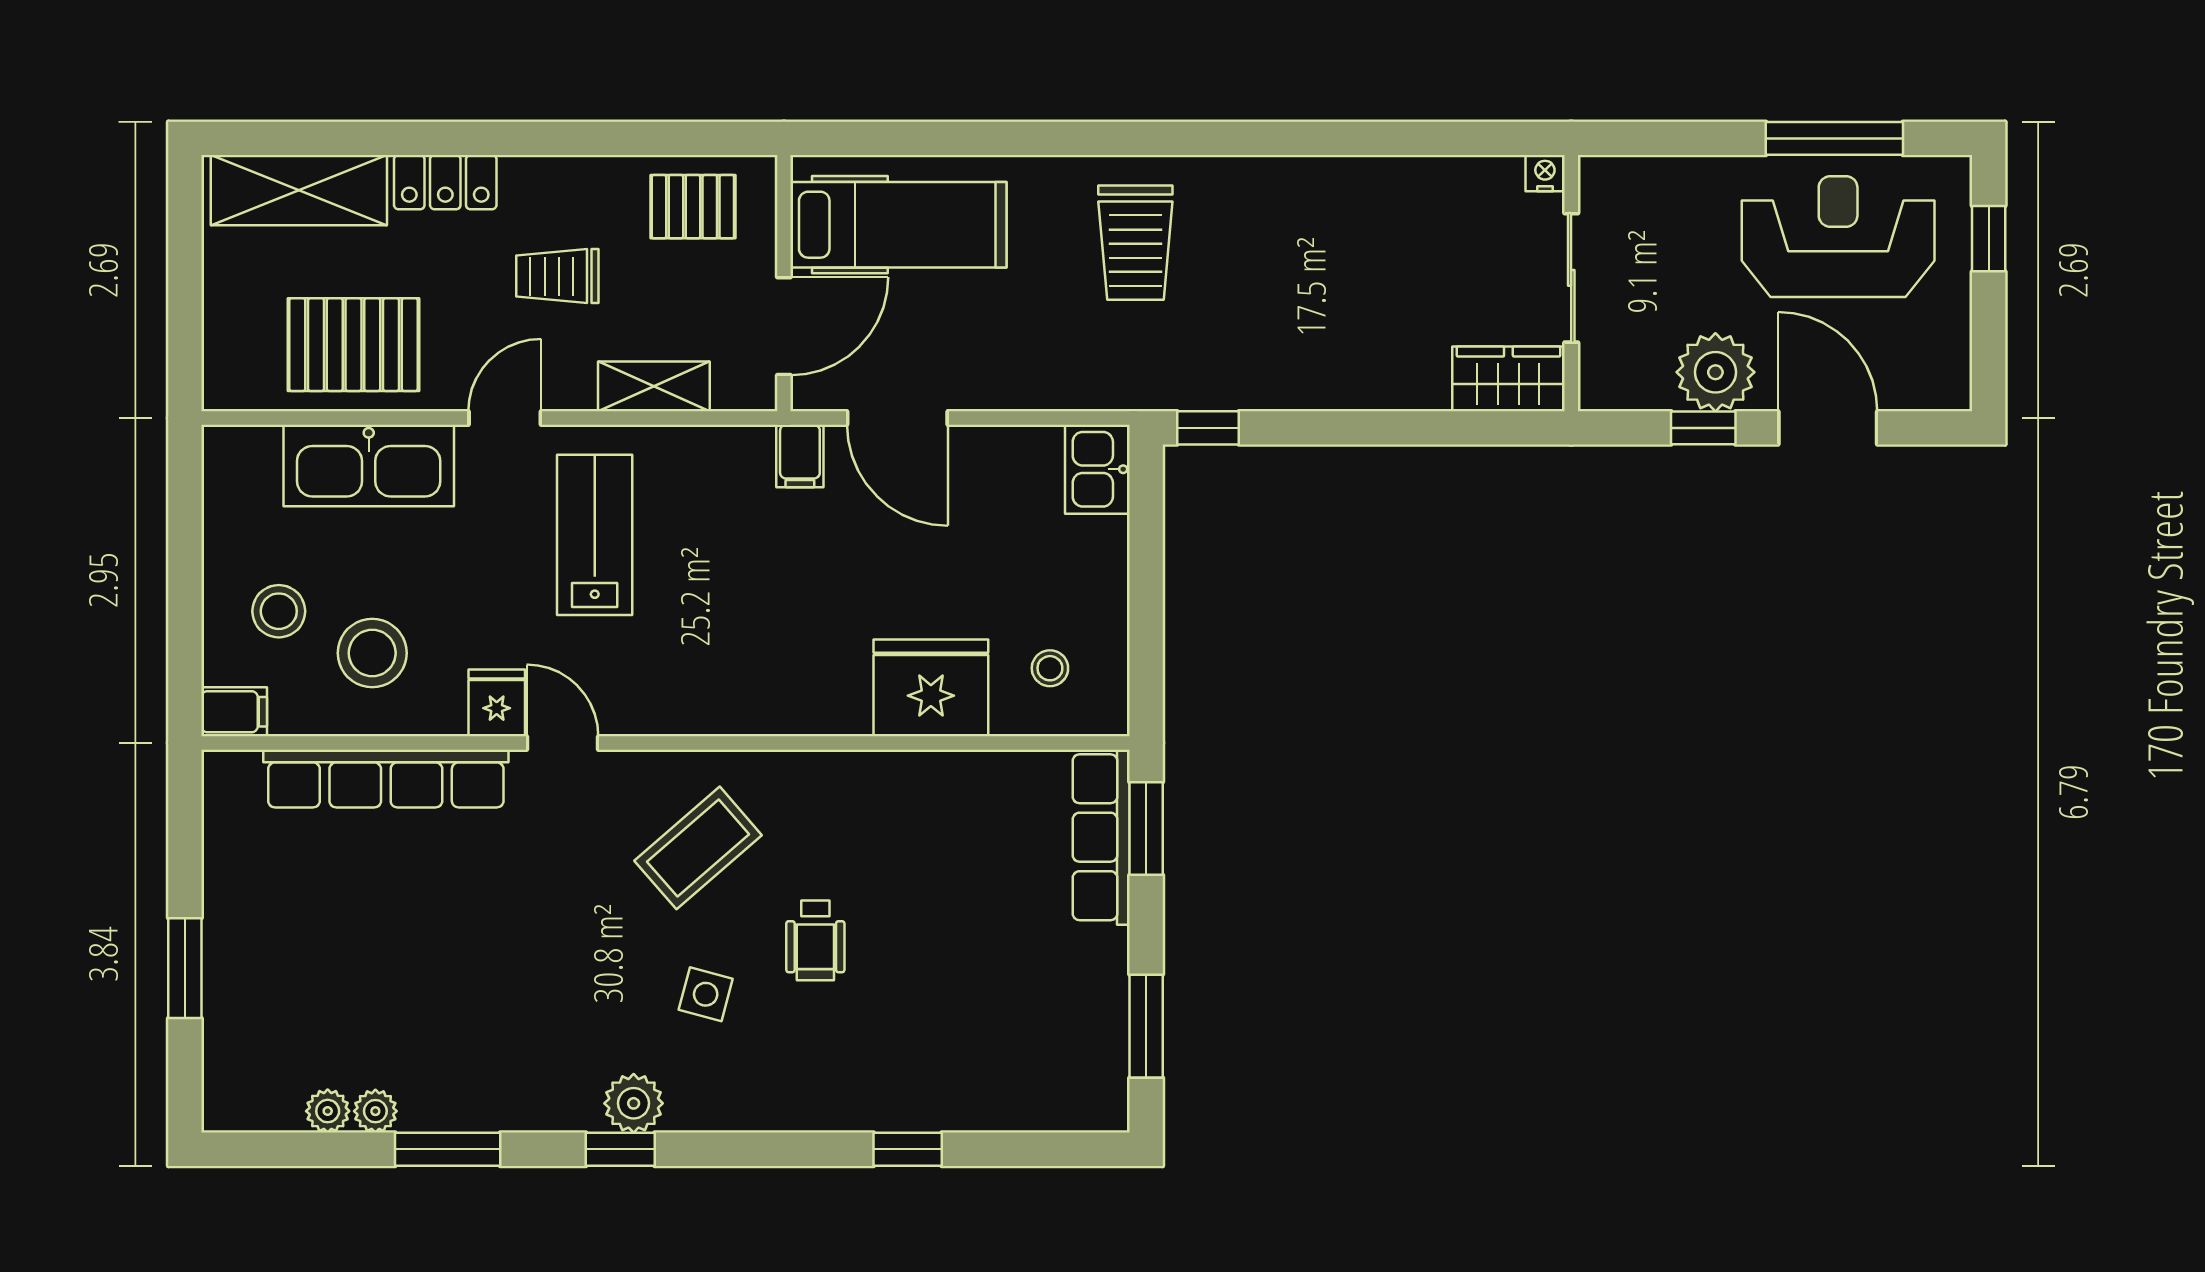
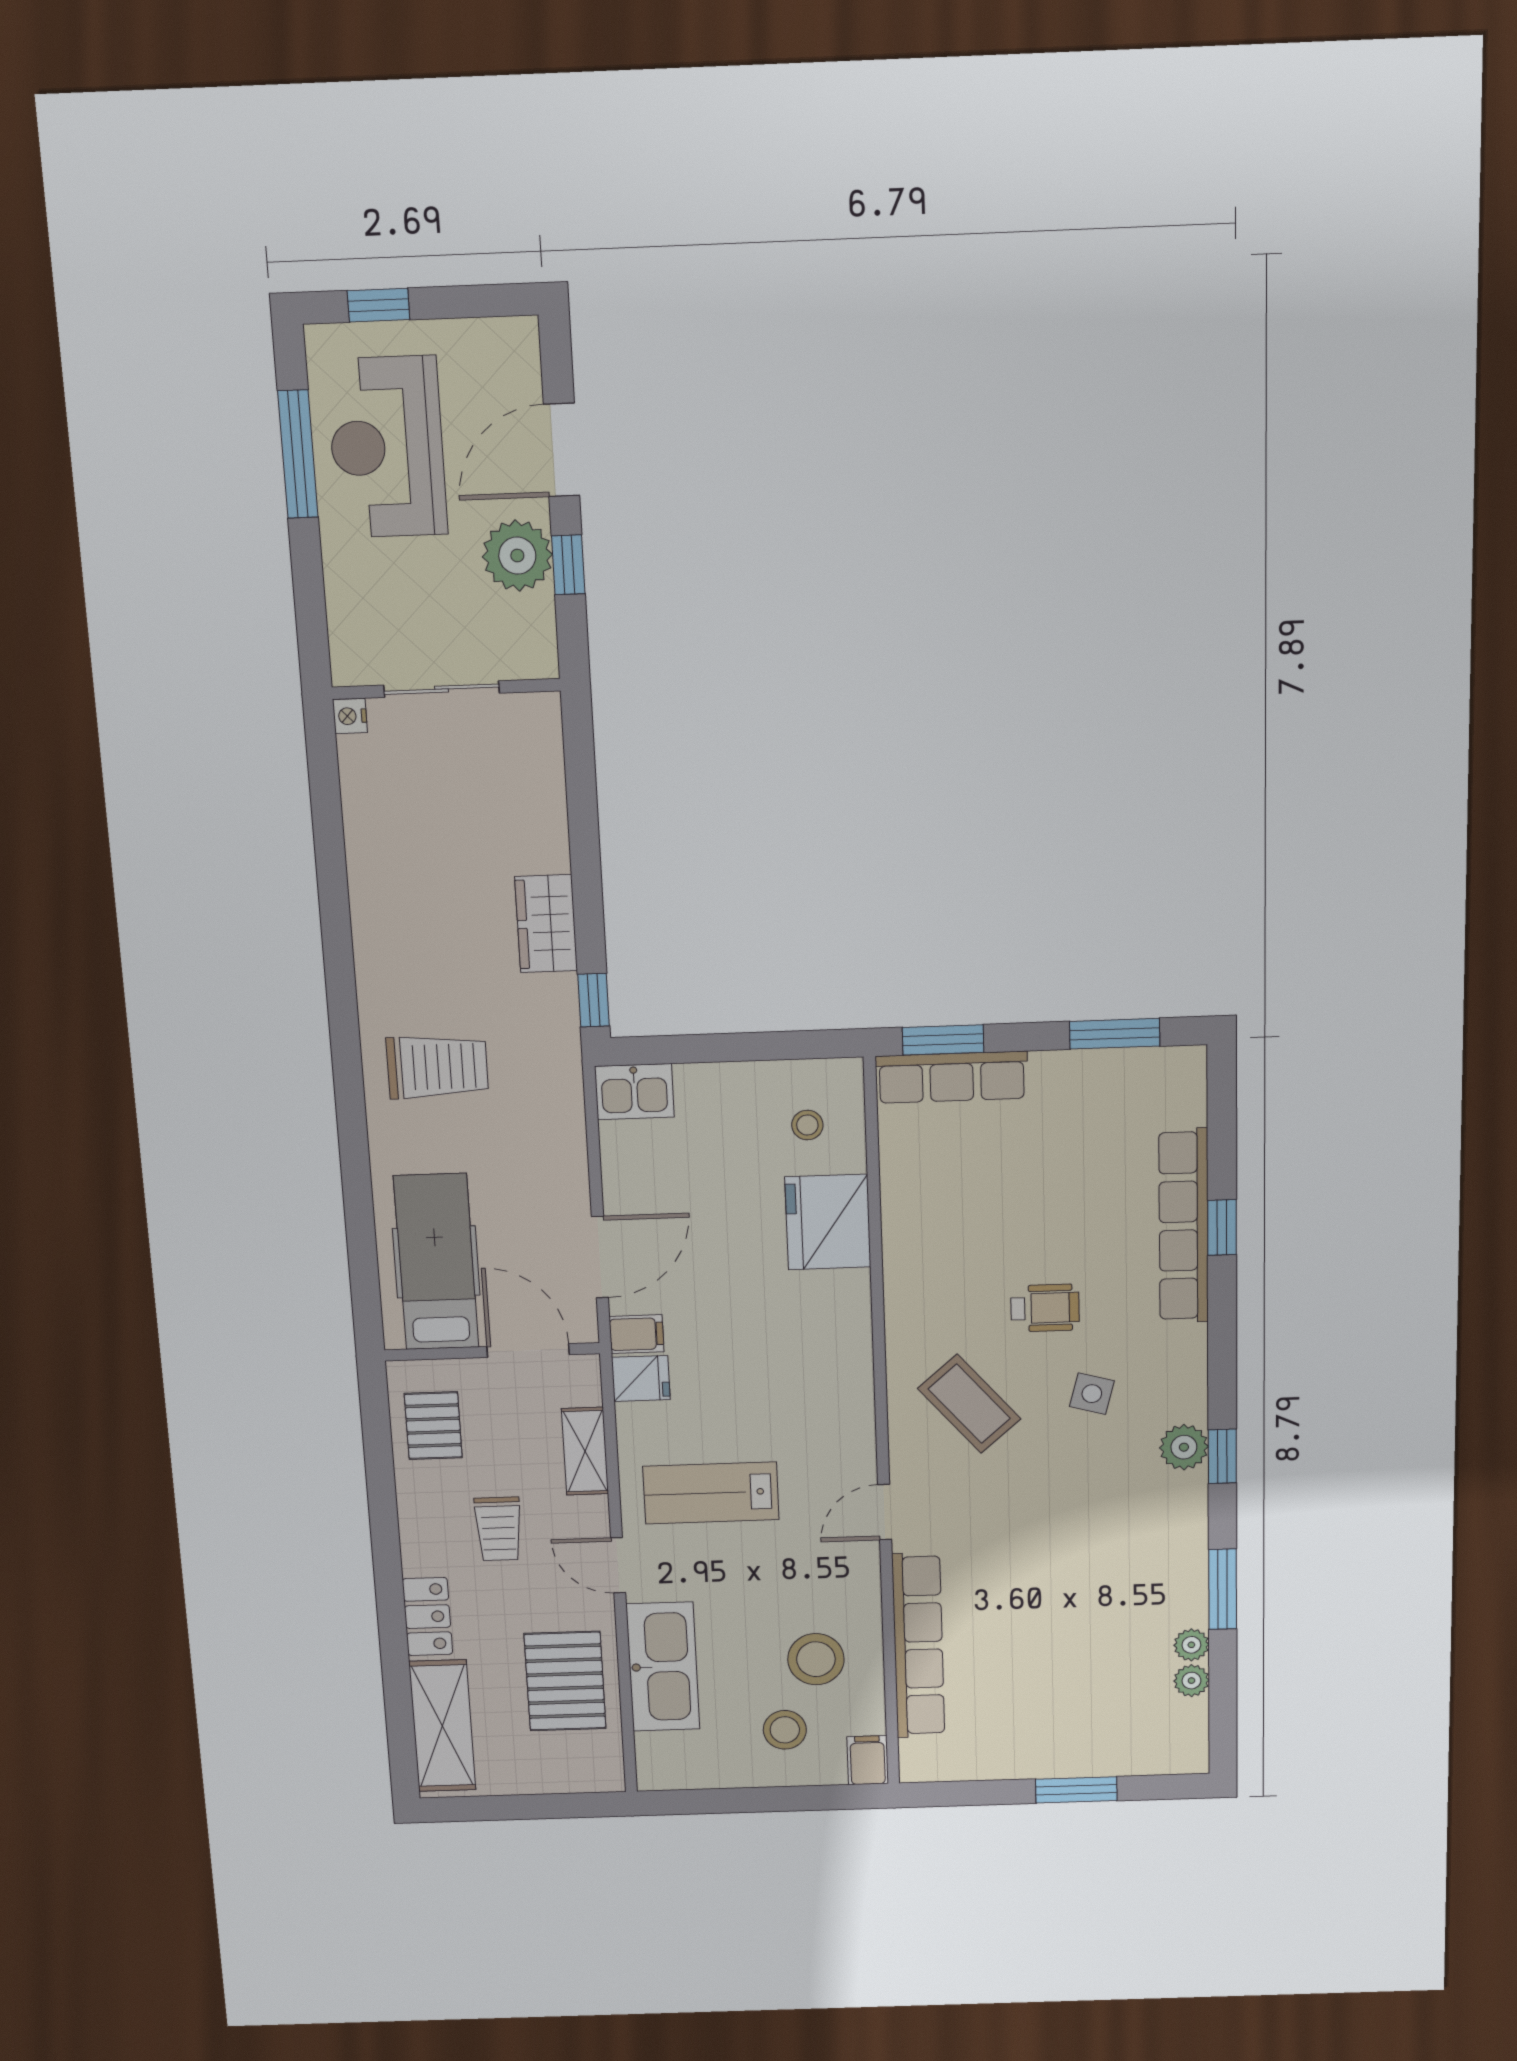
wardrobe: (1508, 379) -> (546, 924), moved
fridge: (497, 703) -> (641, 1378), moved, turned 180
row of seats: (911, 1104) -> (1184, 1226), added

